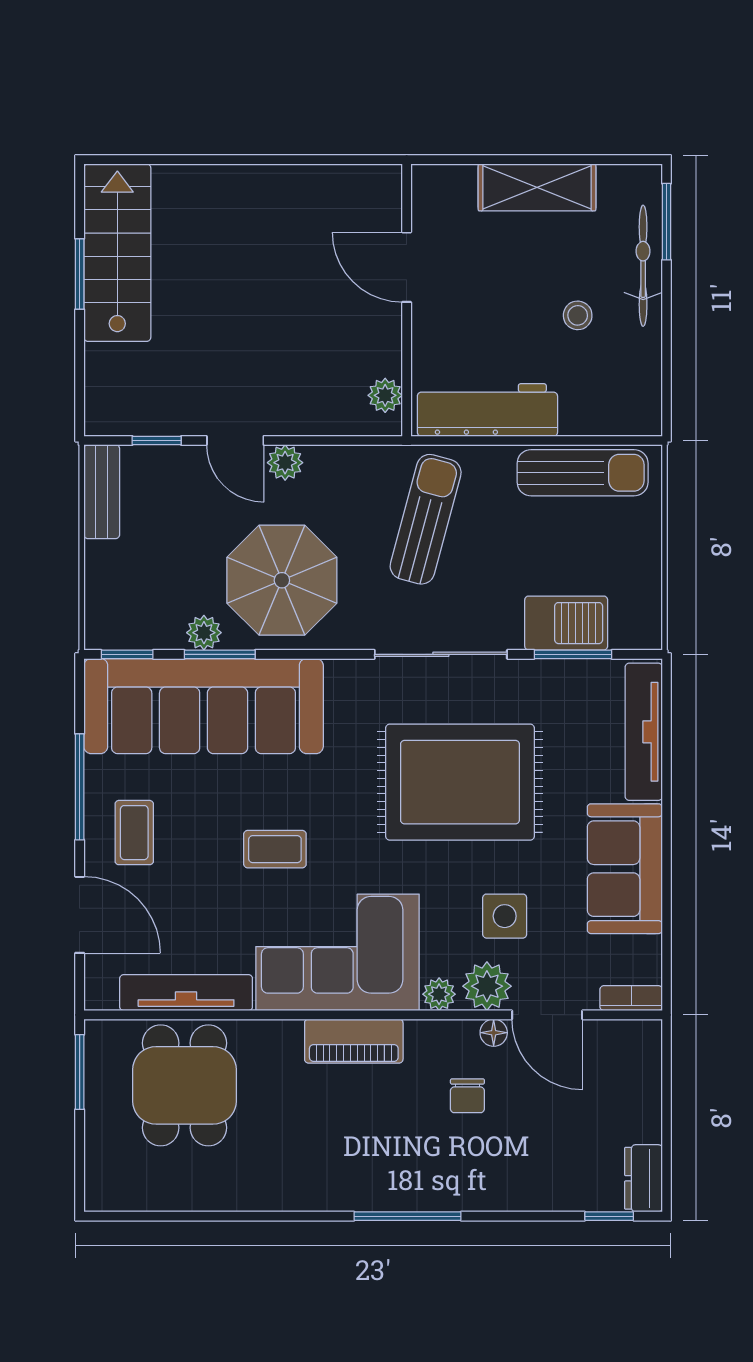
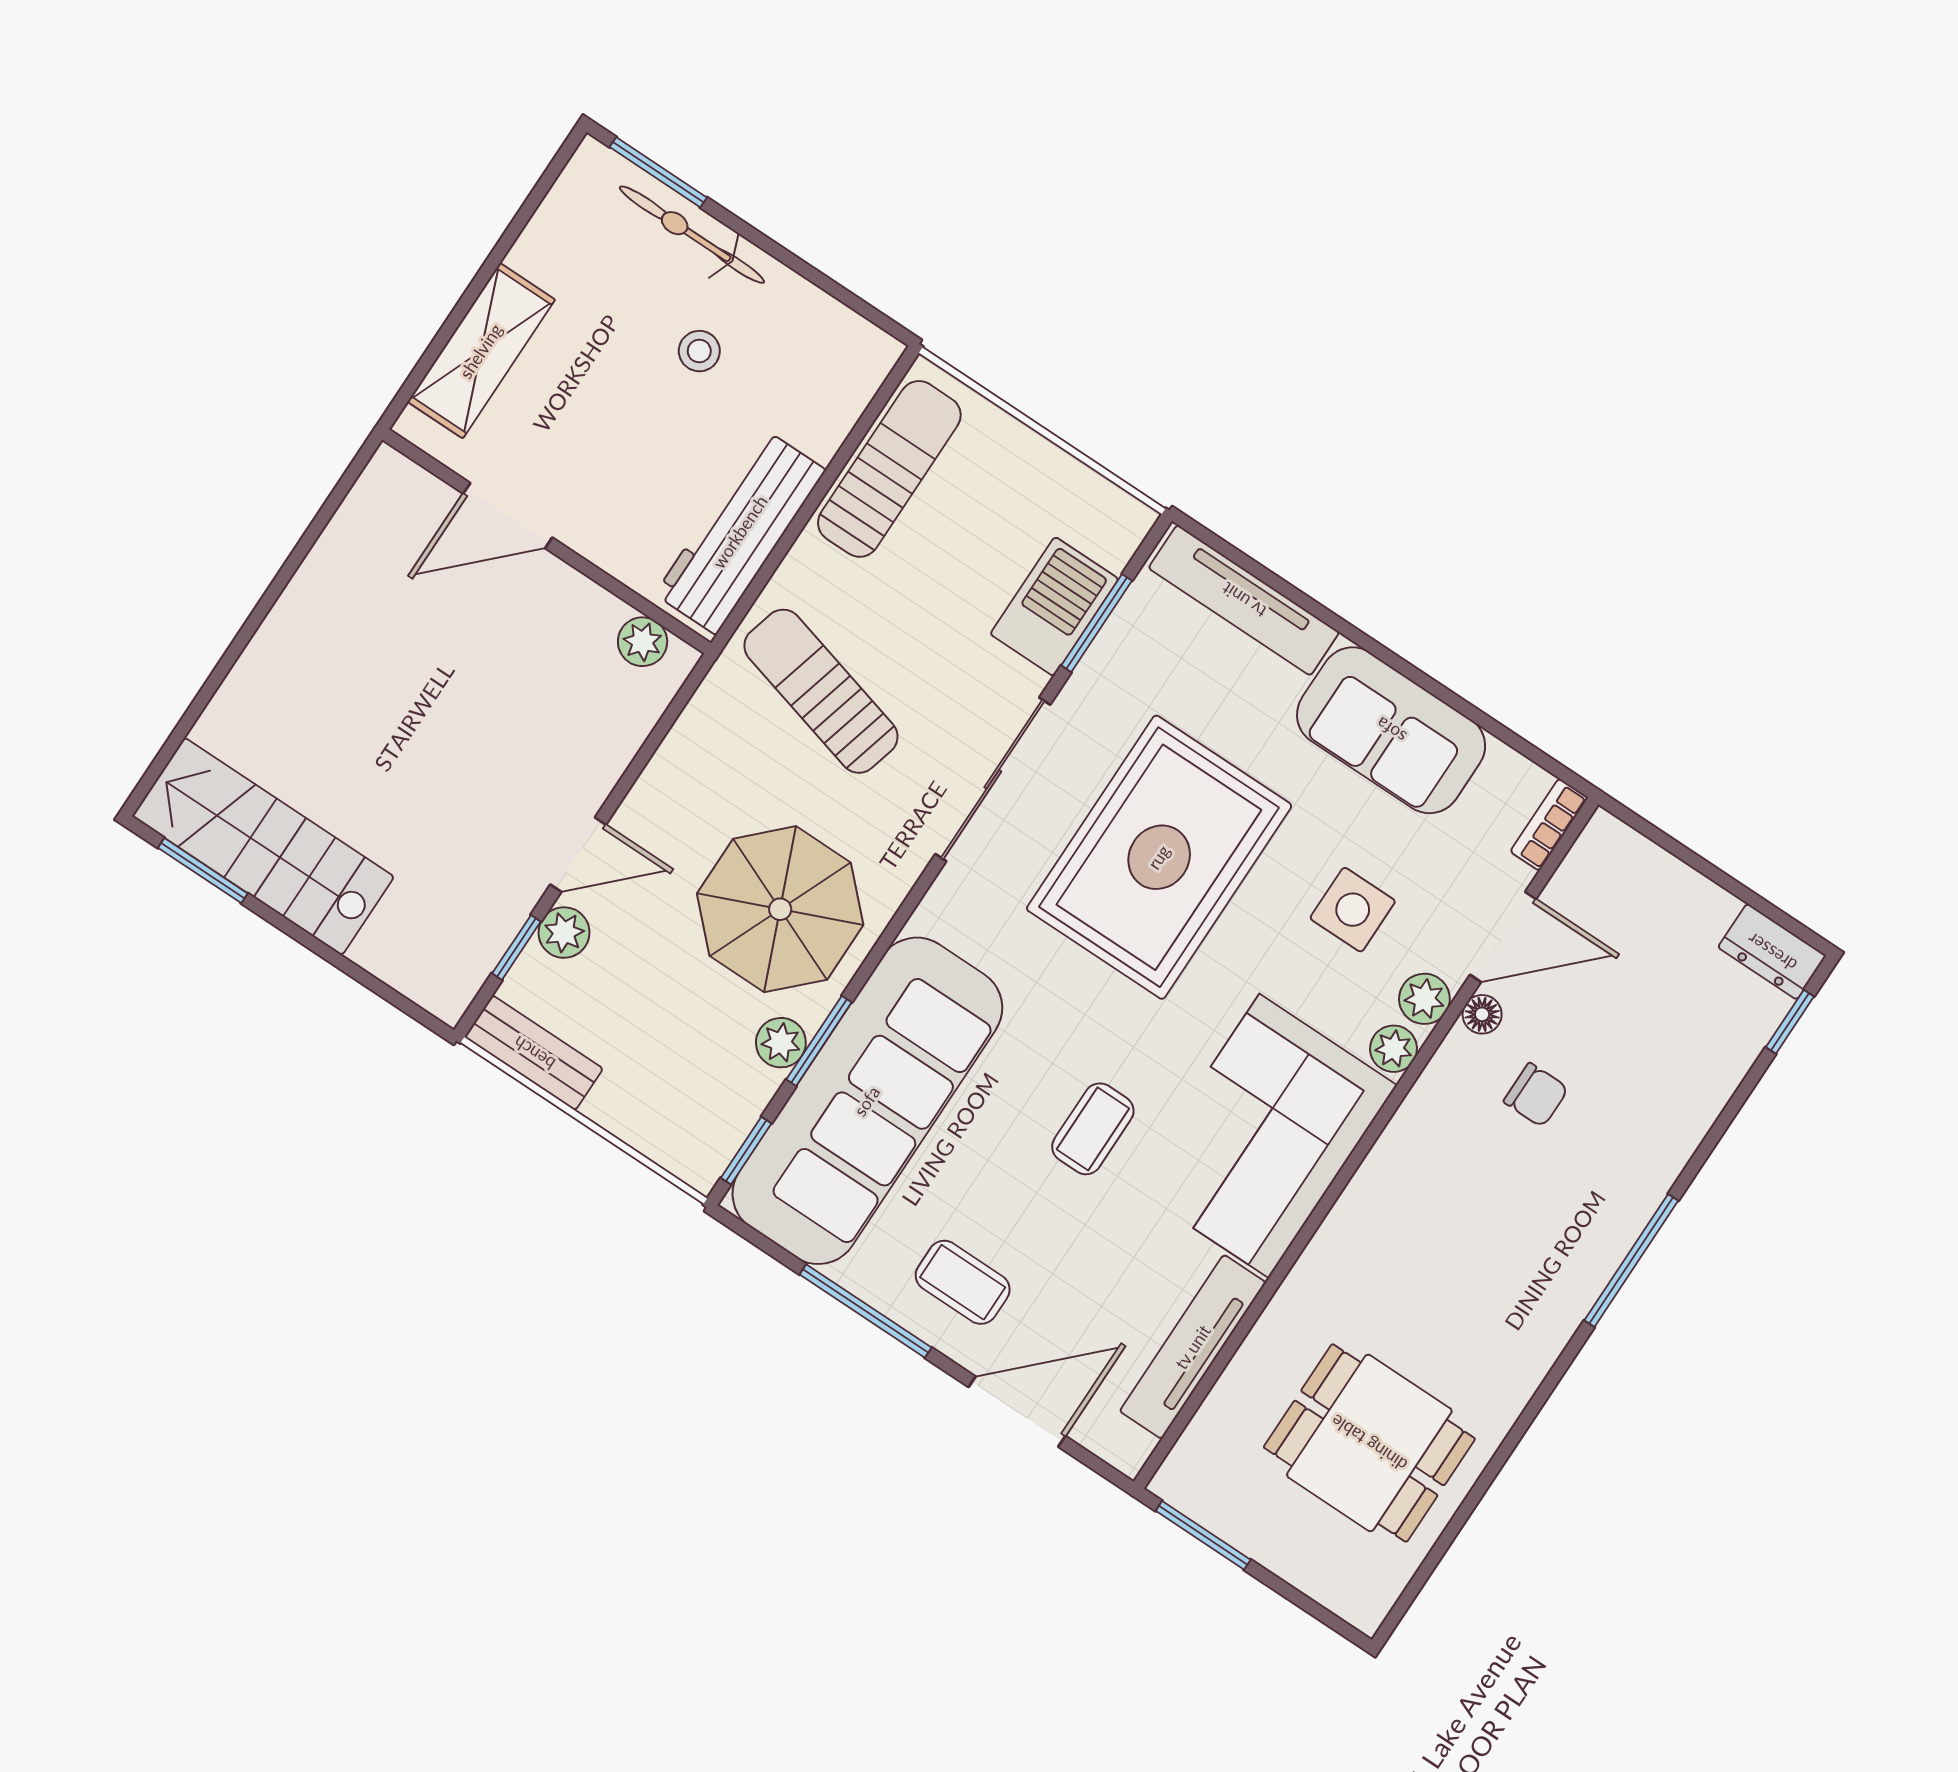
shelving: (537, 187) -> (481, 351), moved
window: (80, 274) -> (203, 871), moved
plant: (285, 463) -> (564, 933), moved
plant: (487, 986) -> (1424, 999), width x0.73, depth x0.73
piano: (354, 1041) -> (1382, 1186), removed
dining table: (185, 1085) -> (1369, 1443), moved

